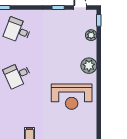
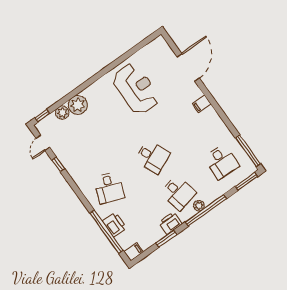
plant: (89, 66) -> (78, 105), moved

